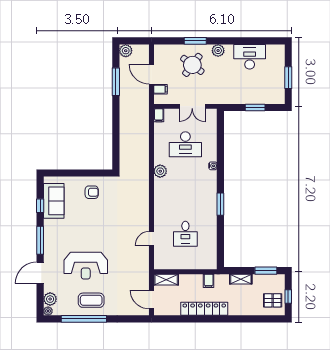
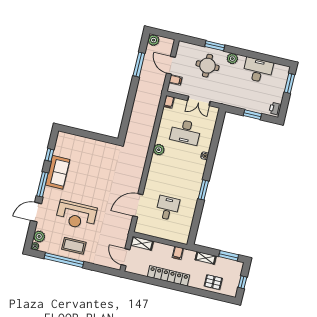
round table: (192, 65) -> (207, 66), turned -37
window: (288, 78) -> (290, 83), moved
printer: (279, 95) -> (275, 109), added
armchair: (92, 192) -> (96, 154), removed
sofa: (54, 201) -> (58, 172), moved
desk: (185, 234) -> (168, 208), turned 180
door: (152, 238) -> (138, 205), width x1.87
pallet: (273, 300) -> (213, 282), moved

